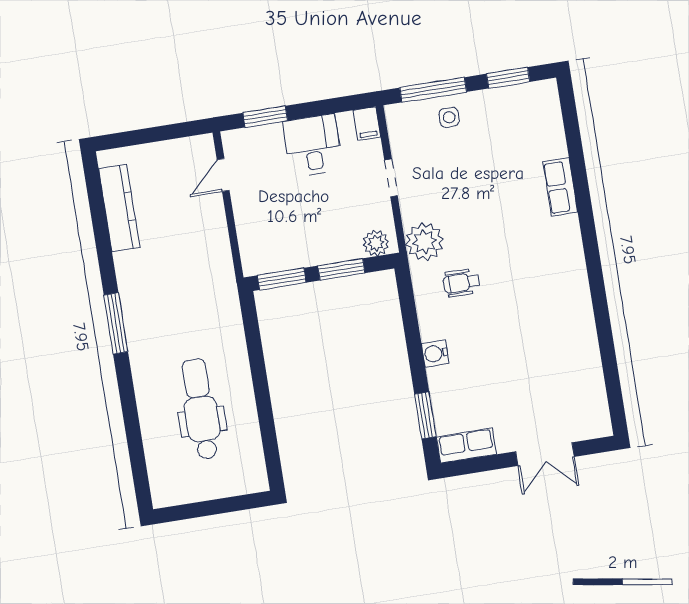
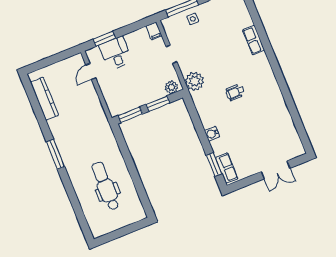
desk: (313, 145) -> (116, 53), moved
wheelchair: (462, 283) -> (235, 92), moved
row of seats: (466, 446) -> (227, 168), moved, turned 90

